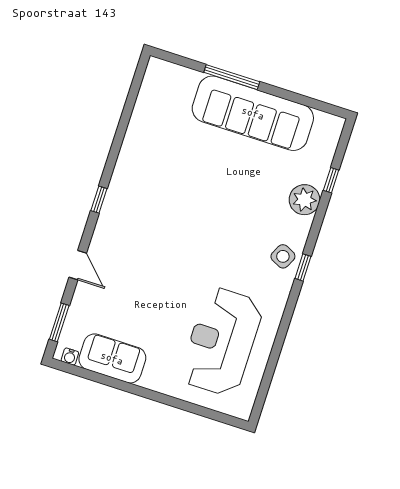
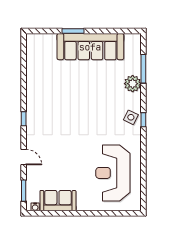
window: (232, 77) -> (73, 31), width x0.69
window: (331, 180) -> (143, 69), width x2.17

